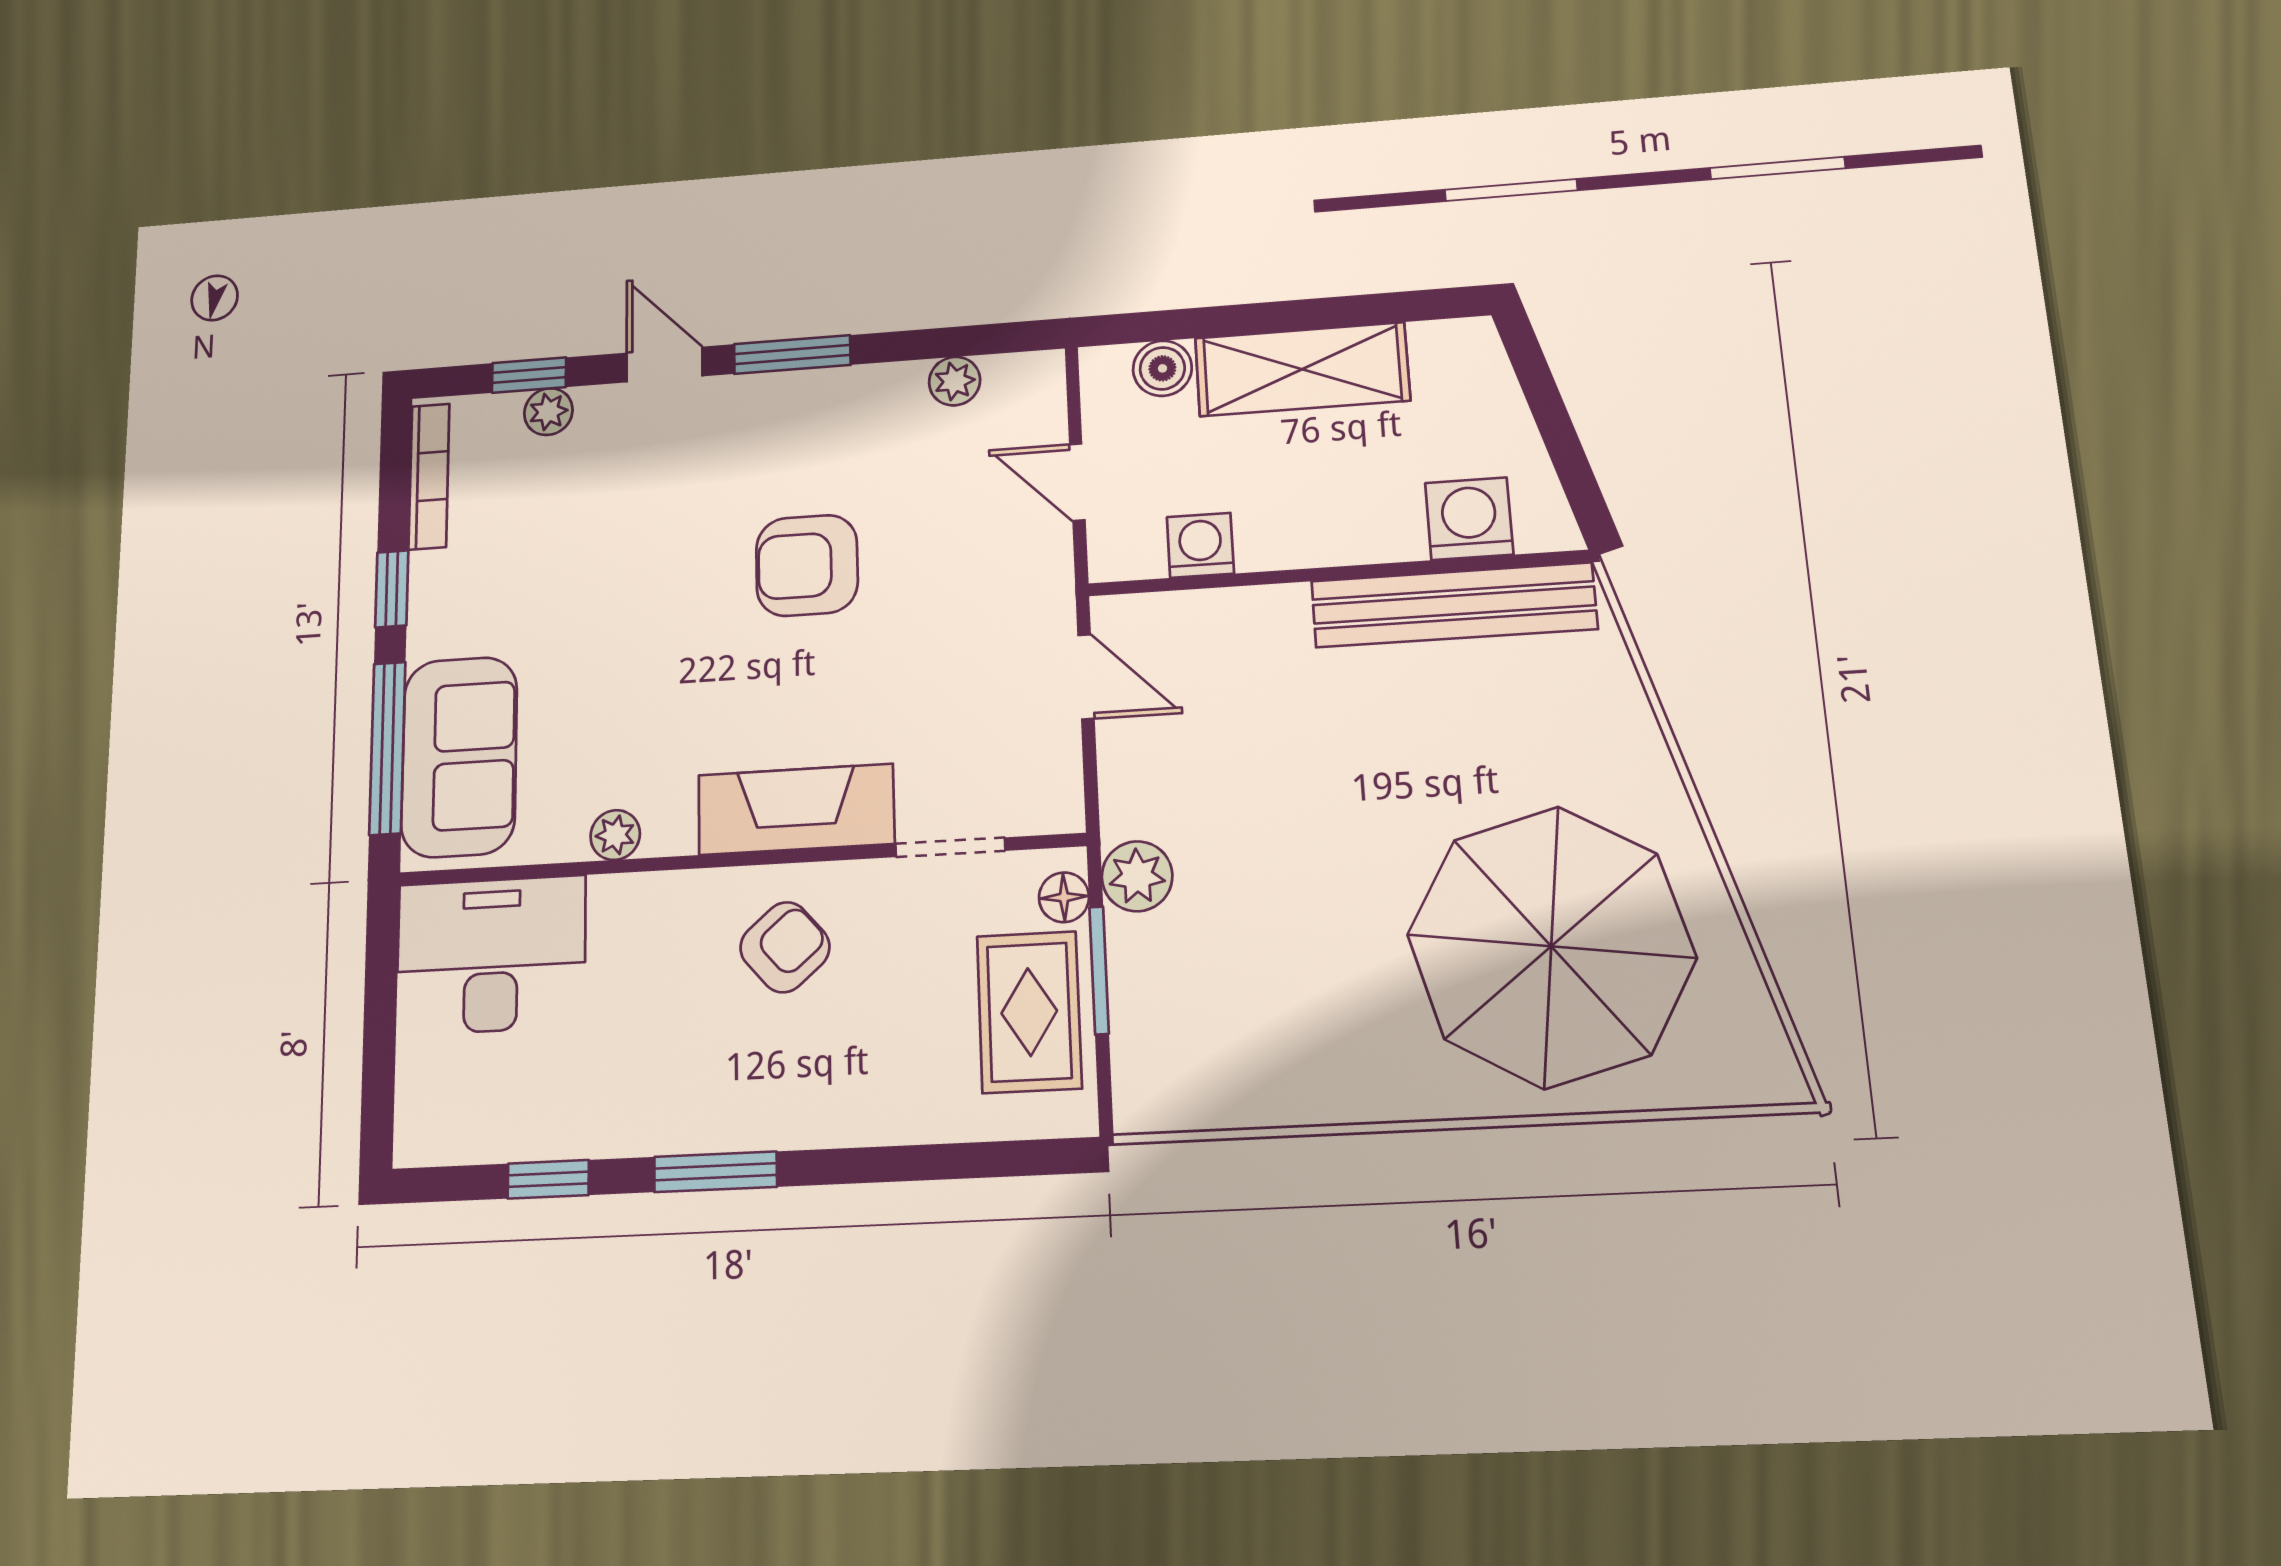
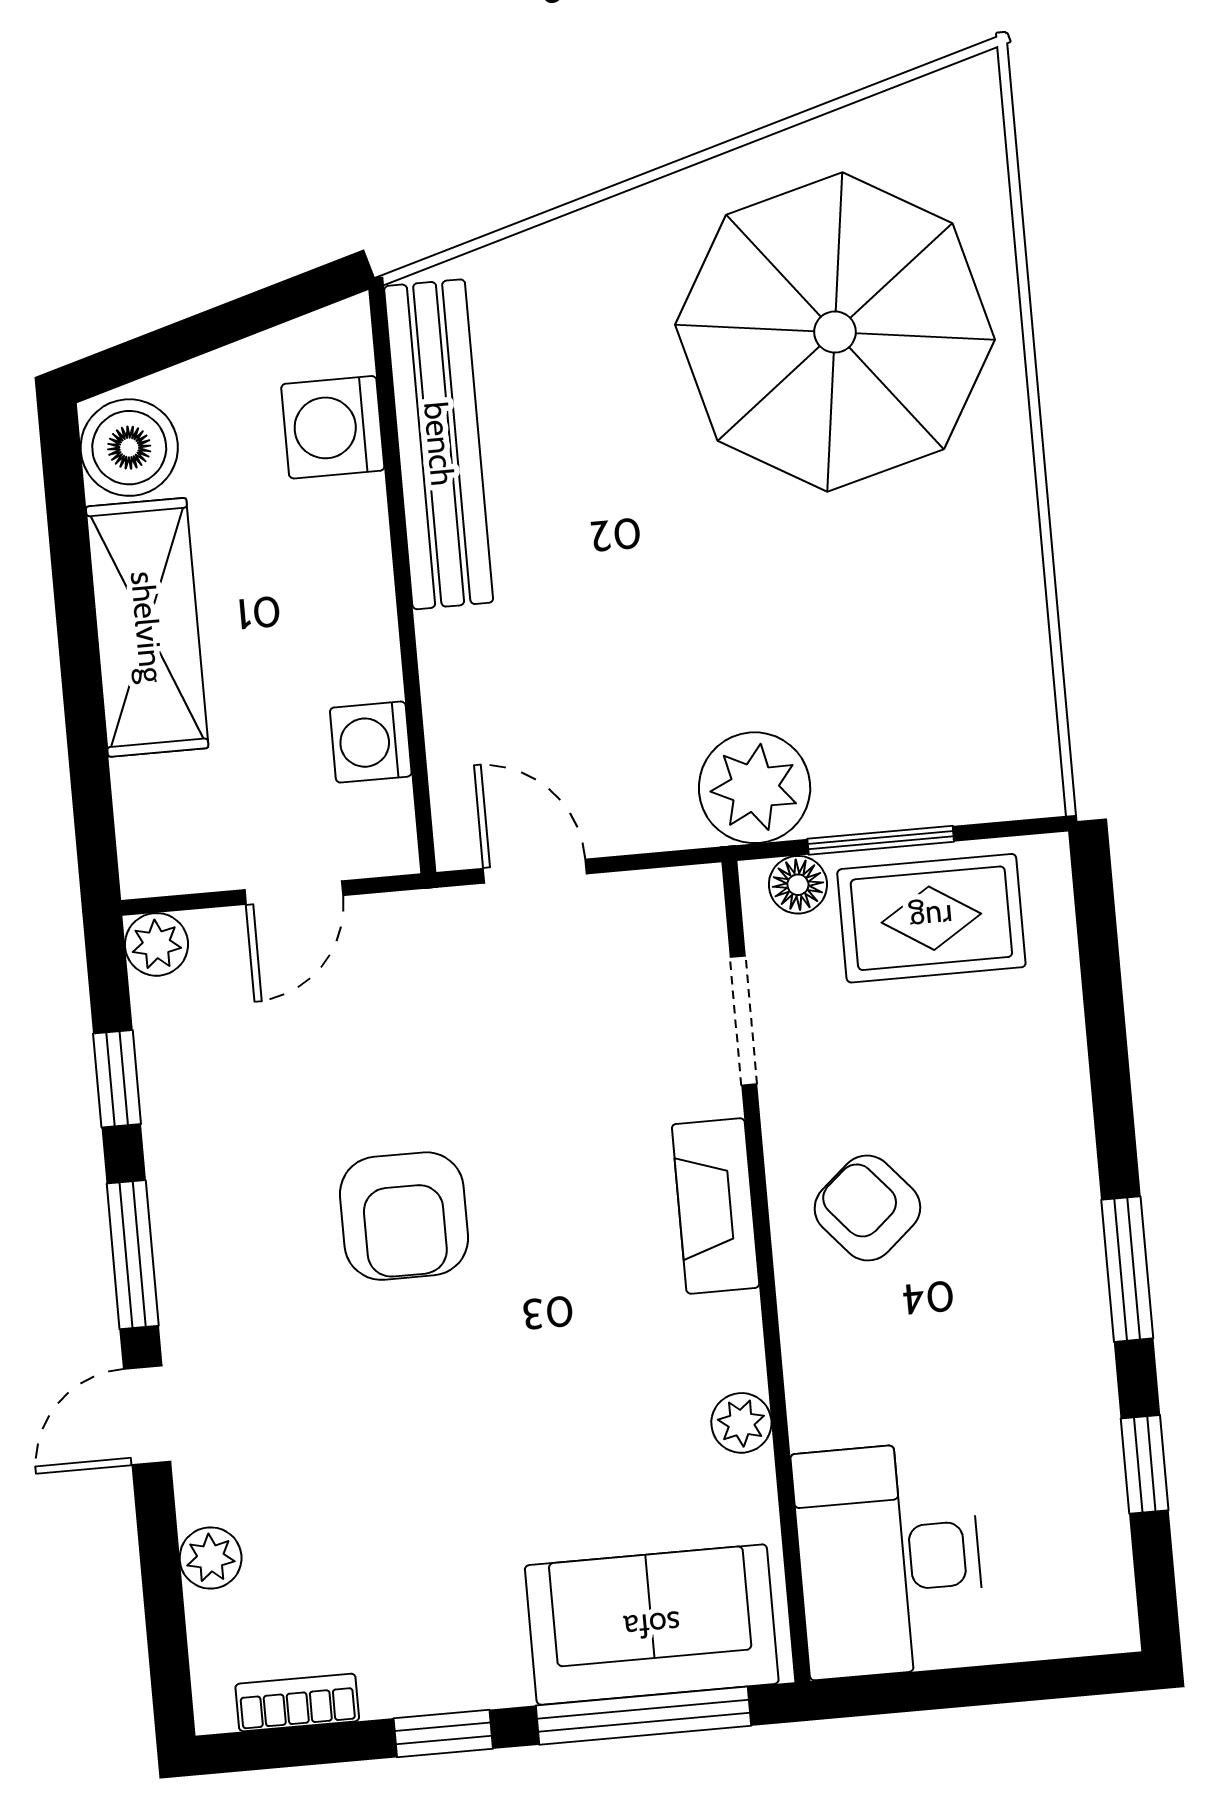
boiler: (1162, 368) -> (129, 448), moved, width x1.36, depth x1.36
window: (529, 375) -> (117, 1079), moved
plant: (955, 381) -> (157, 944), moved
bookcase: (429, 476) -> (297, 1702), width x0.64
door: (1086, 677) -> (535, 871), hinge flipped
fireplace: (796, 809) -> (716, 1206), width x0.73, depth x0.76
plant: (1137, 876) -> (755, 788), width x1.36, depth x1.36

